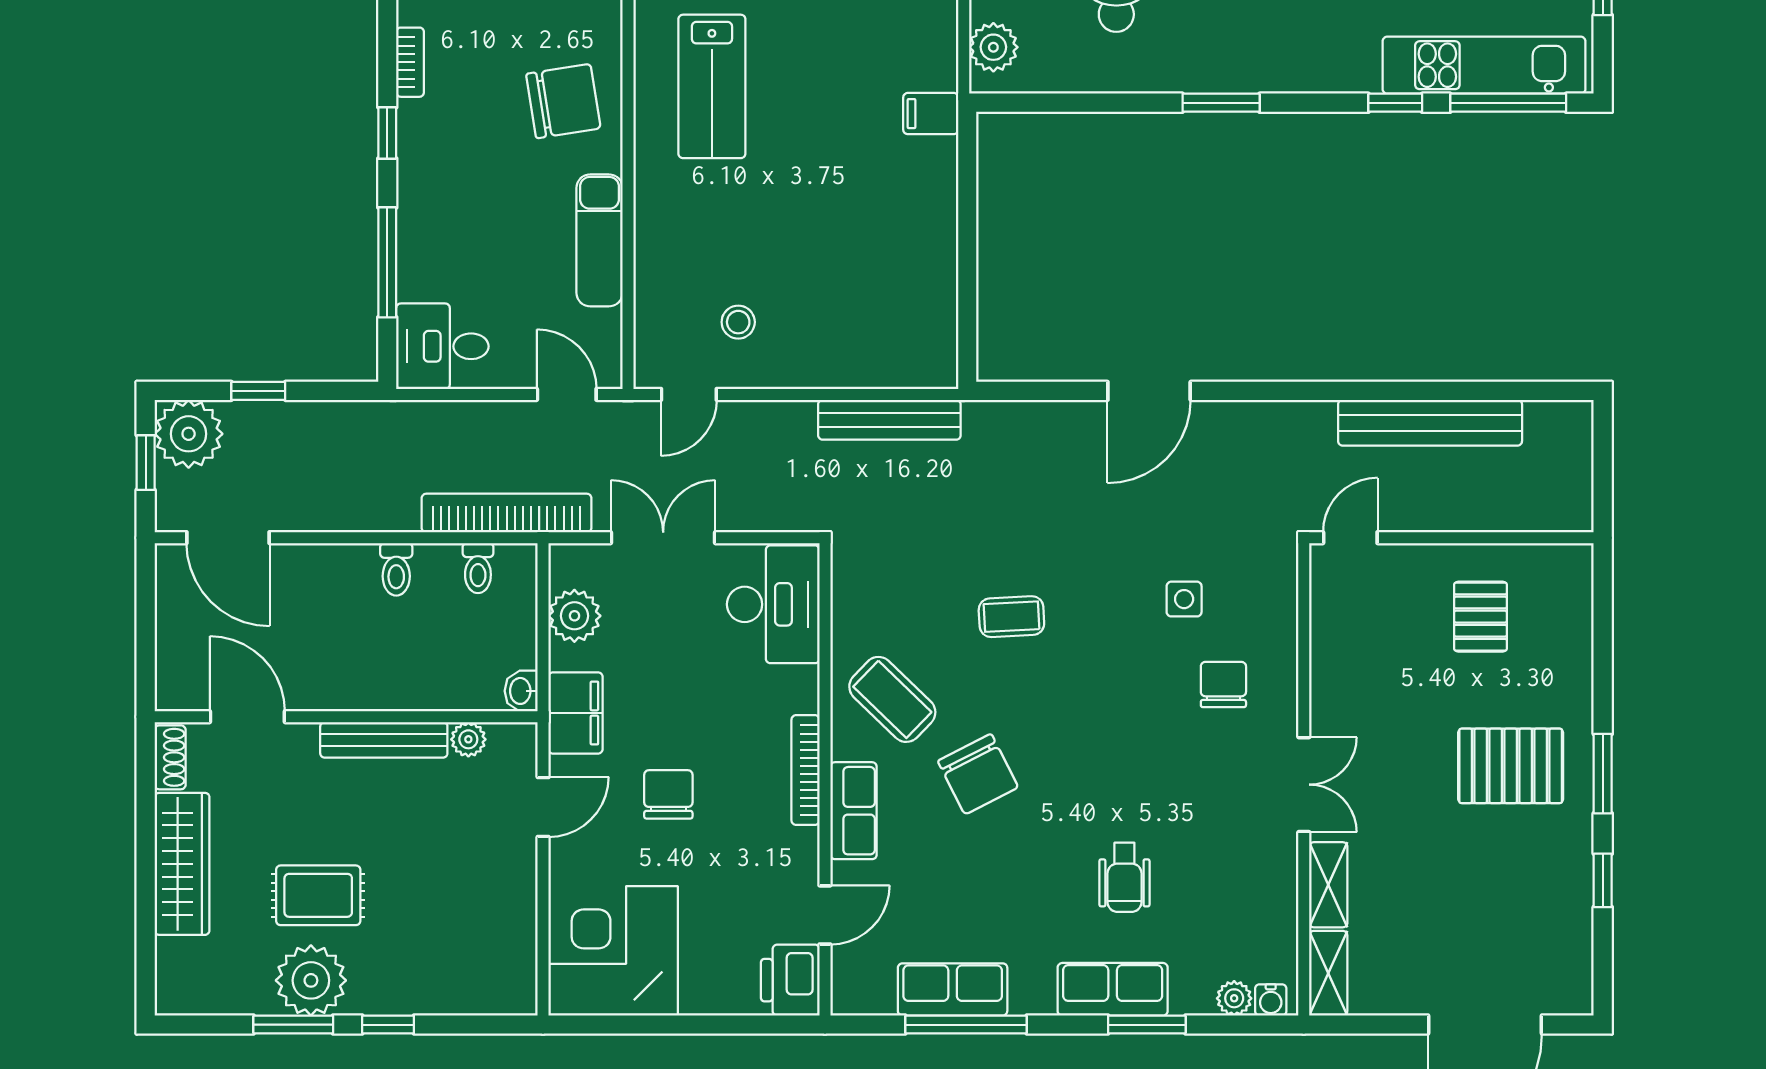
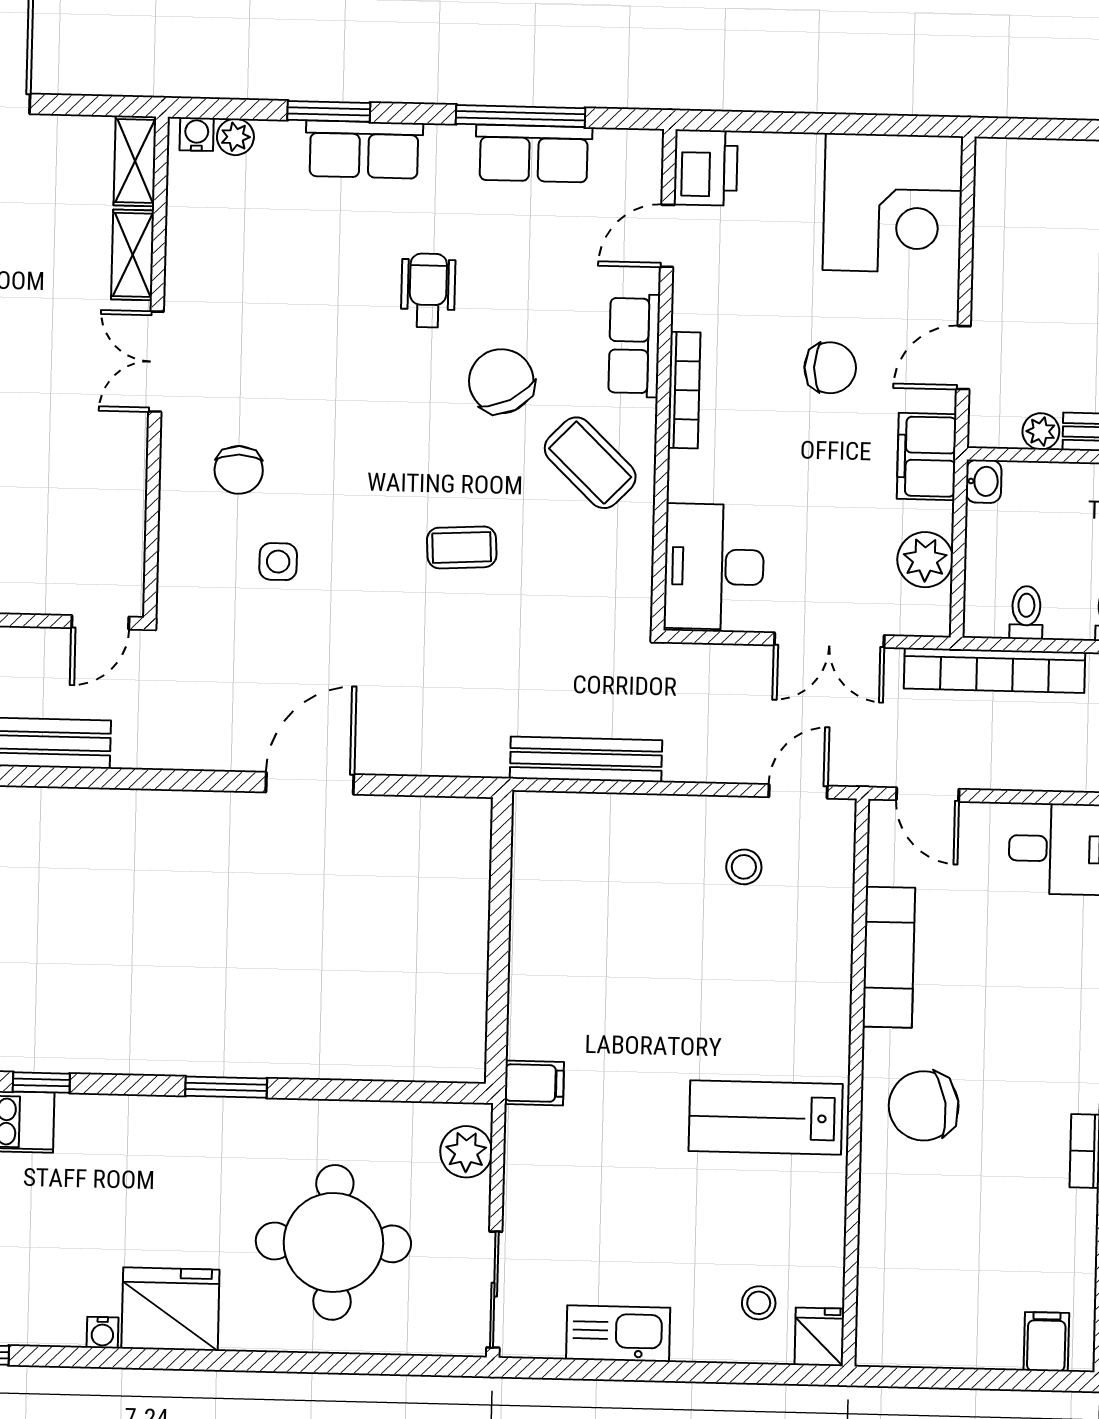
lab bench: (712, 86) -> (766, 1118), turned -90
chair: (668, 794) -> (830, 368), turned -90
wheelchair: (1124, 877) -> (428, 290), moved

